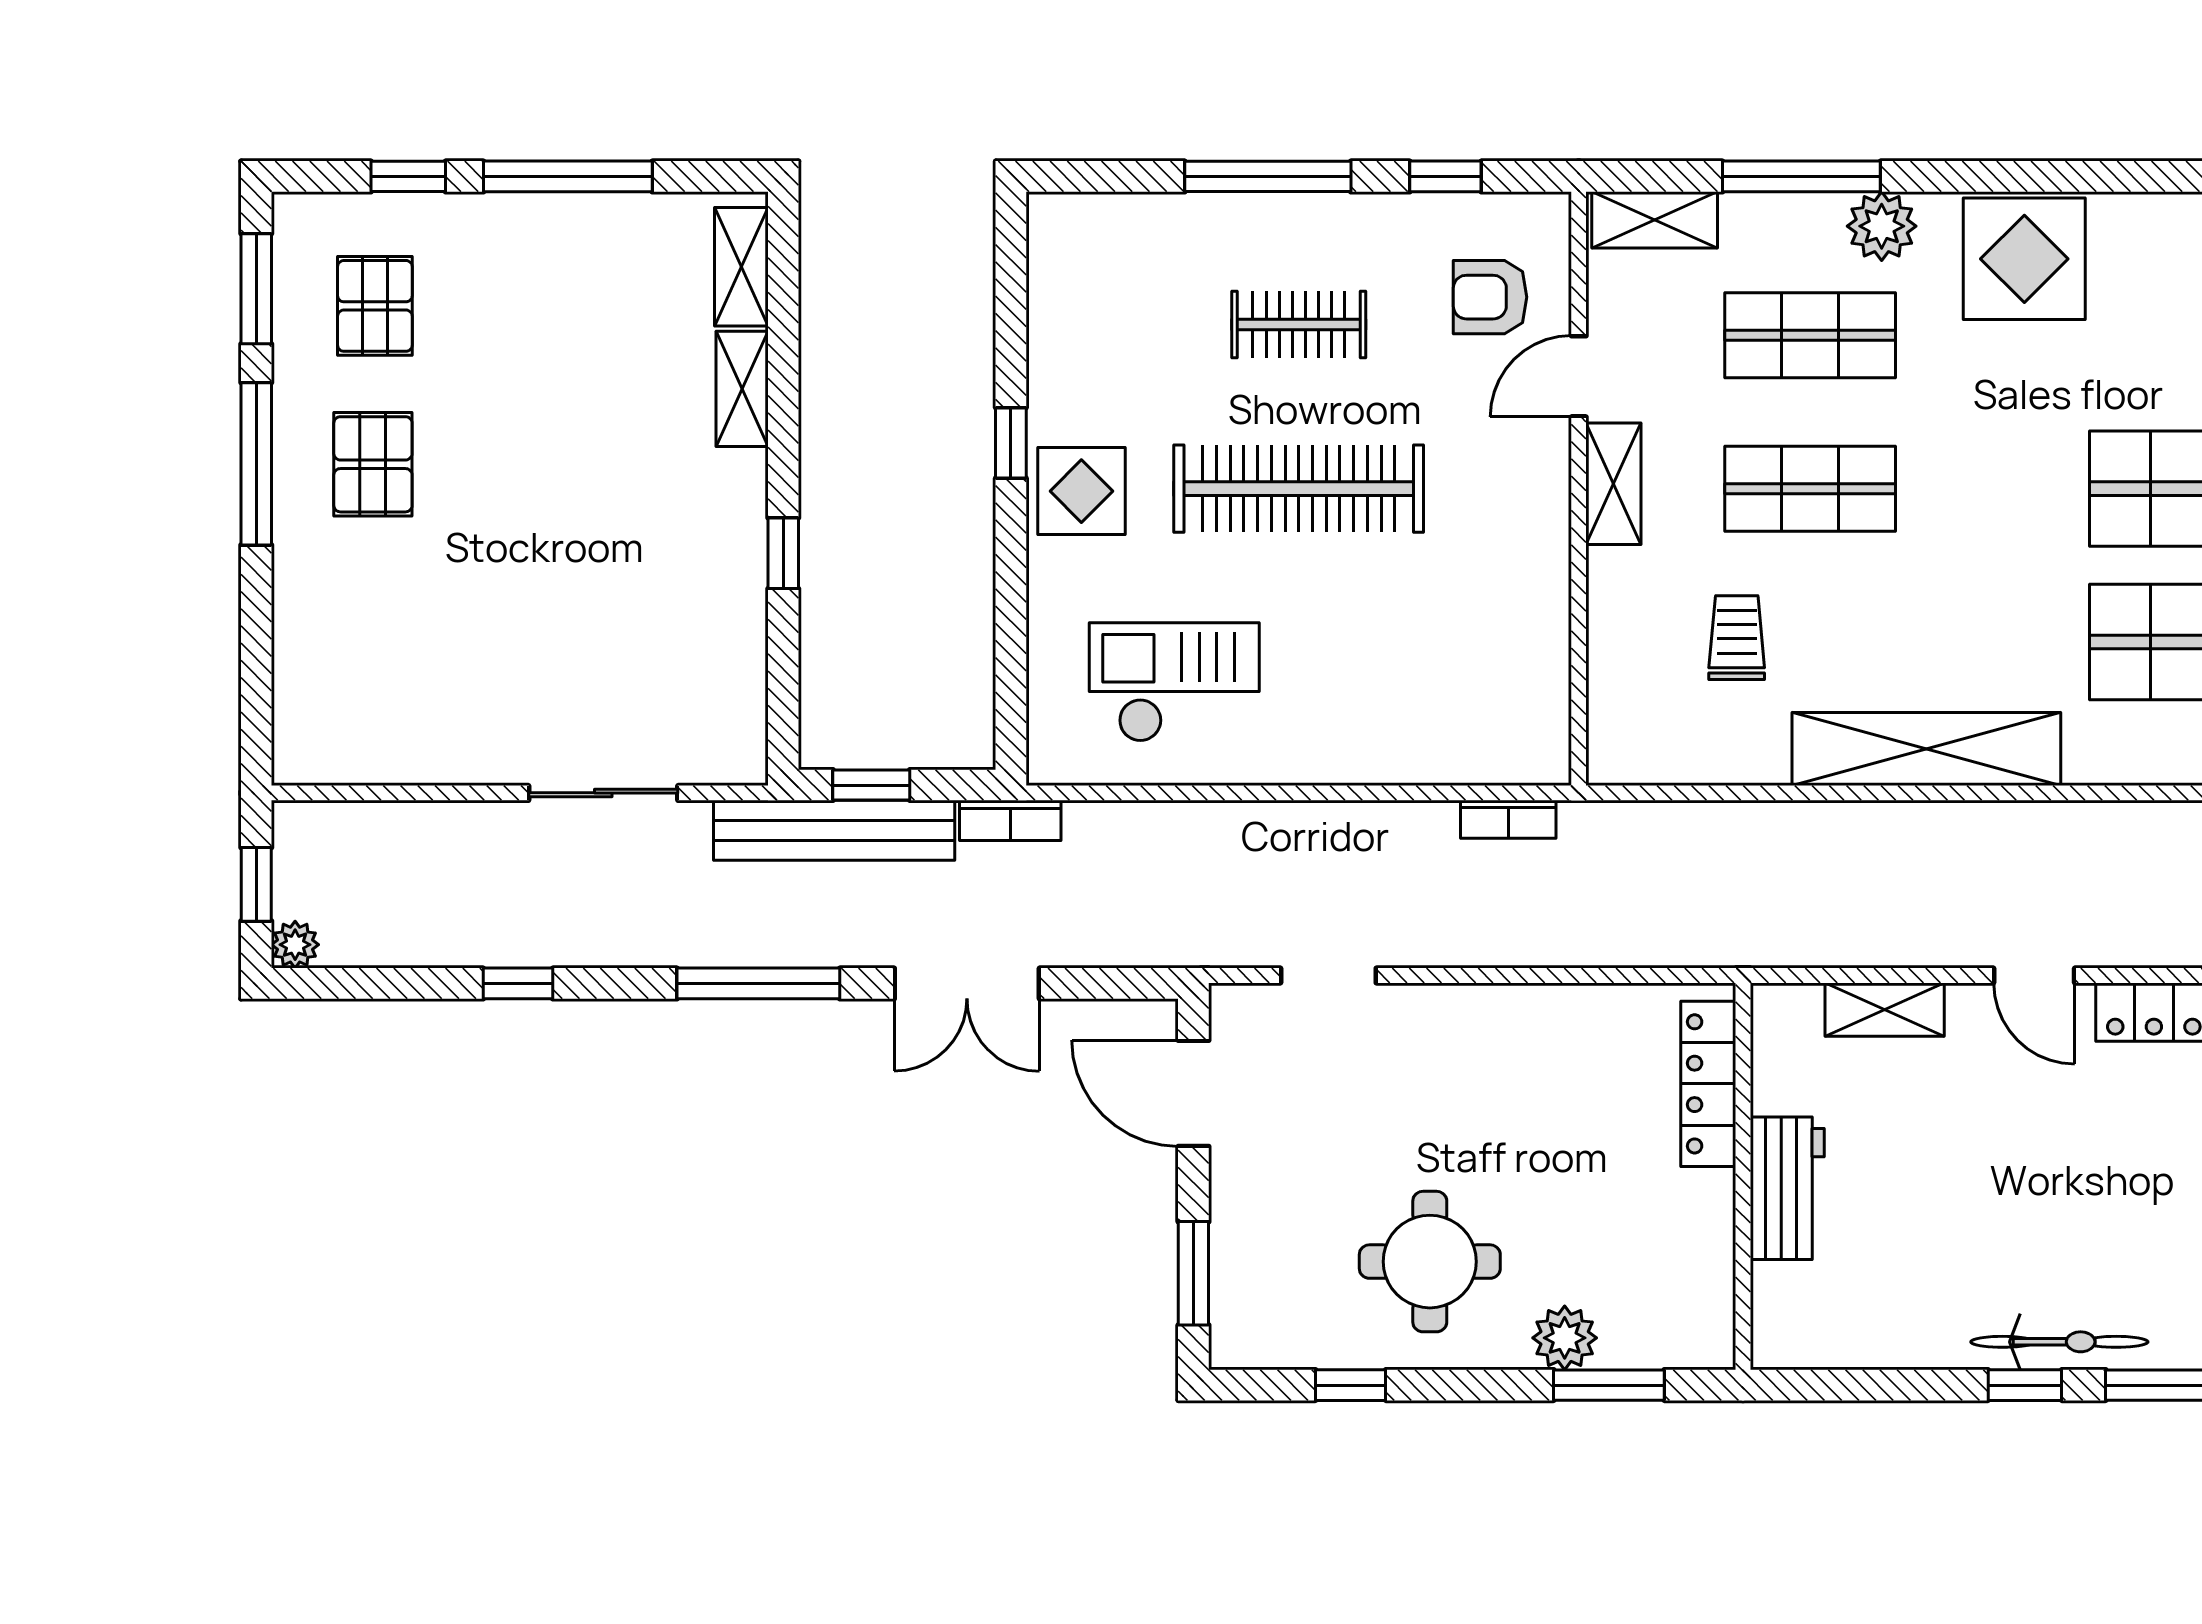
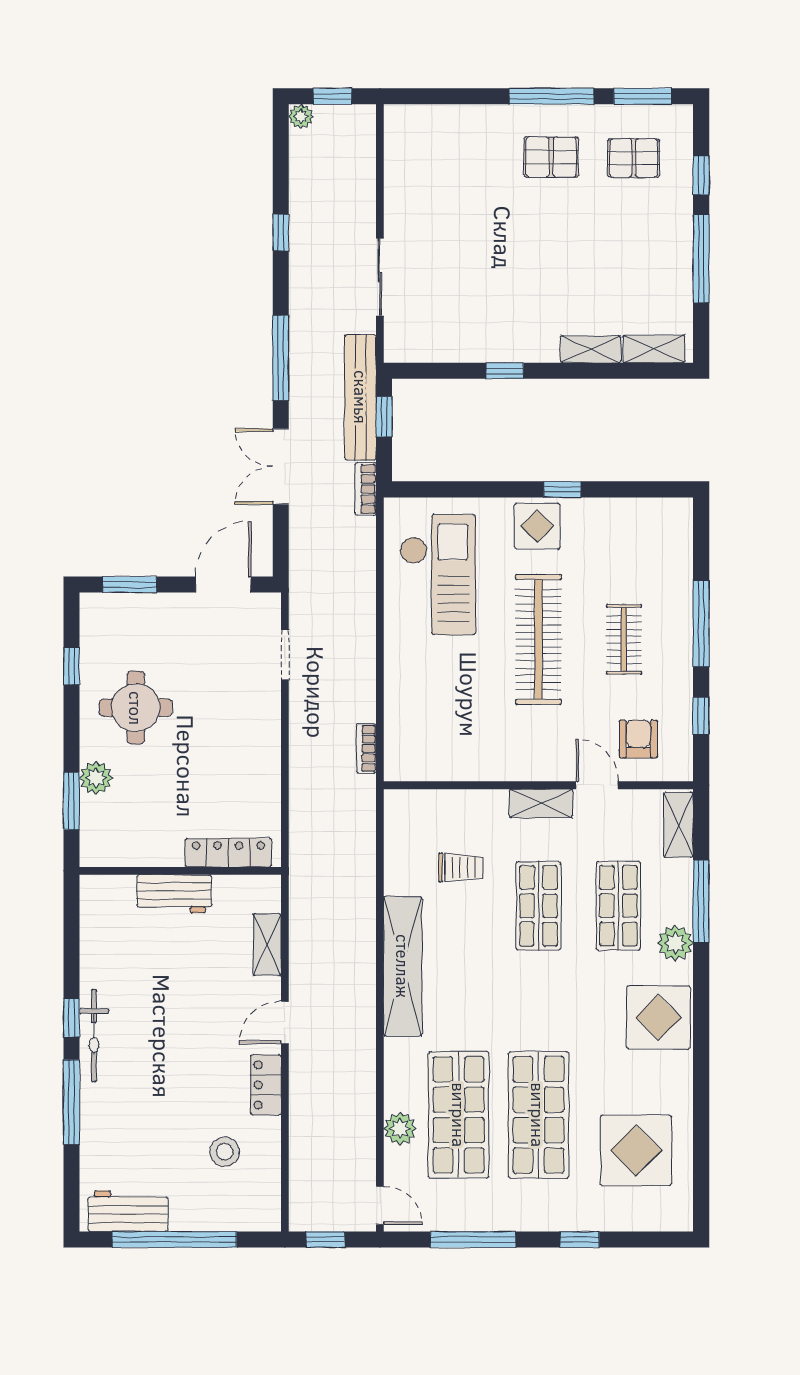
checkout: (1174, 682) -> (438, 574), width x1.36, depth x1.21

